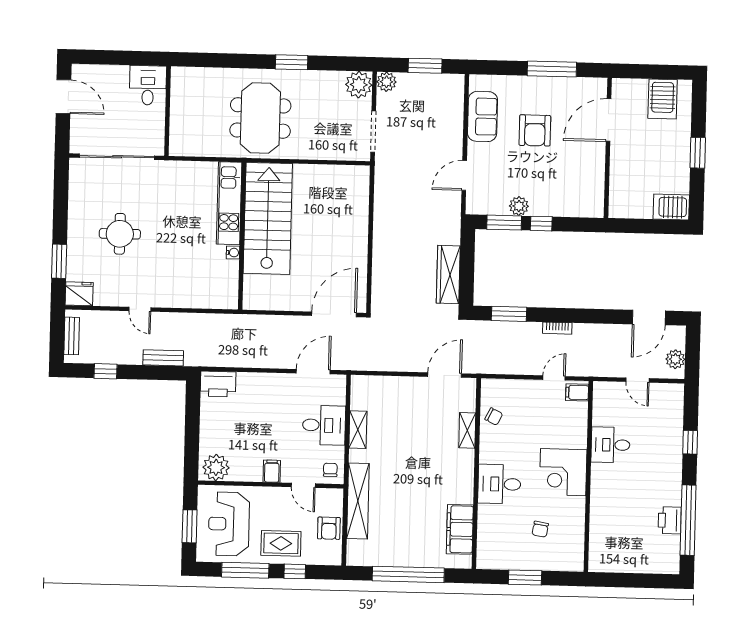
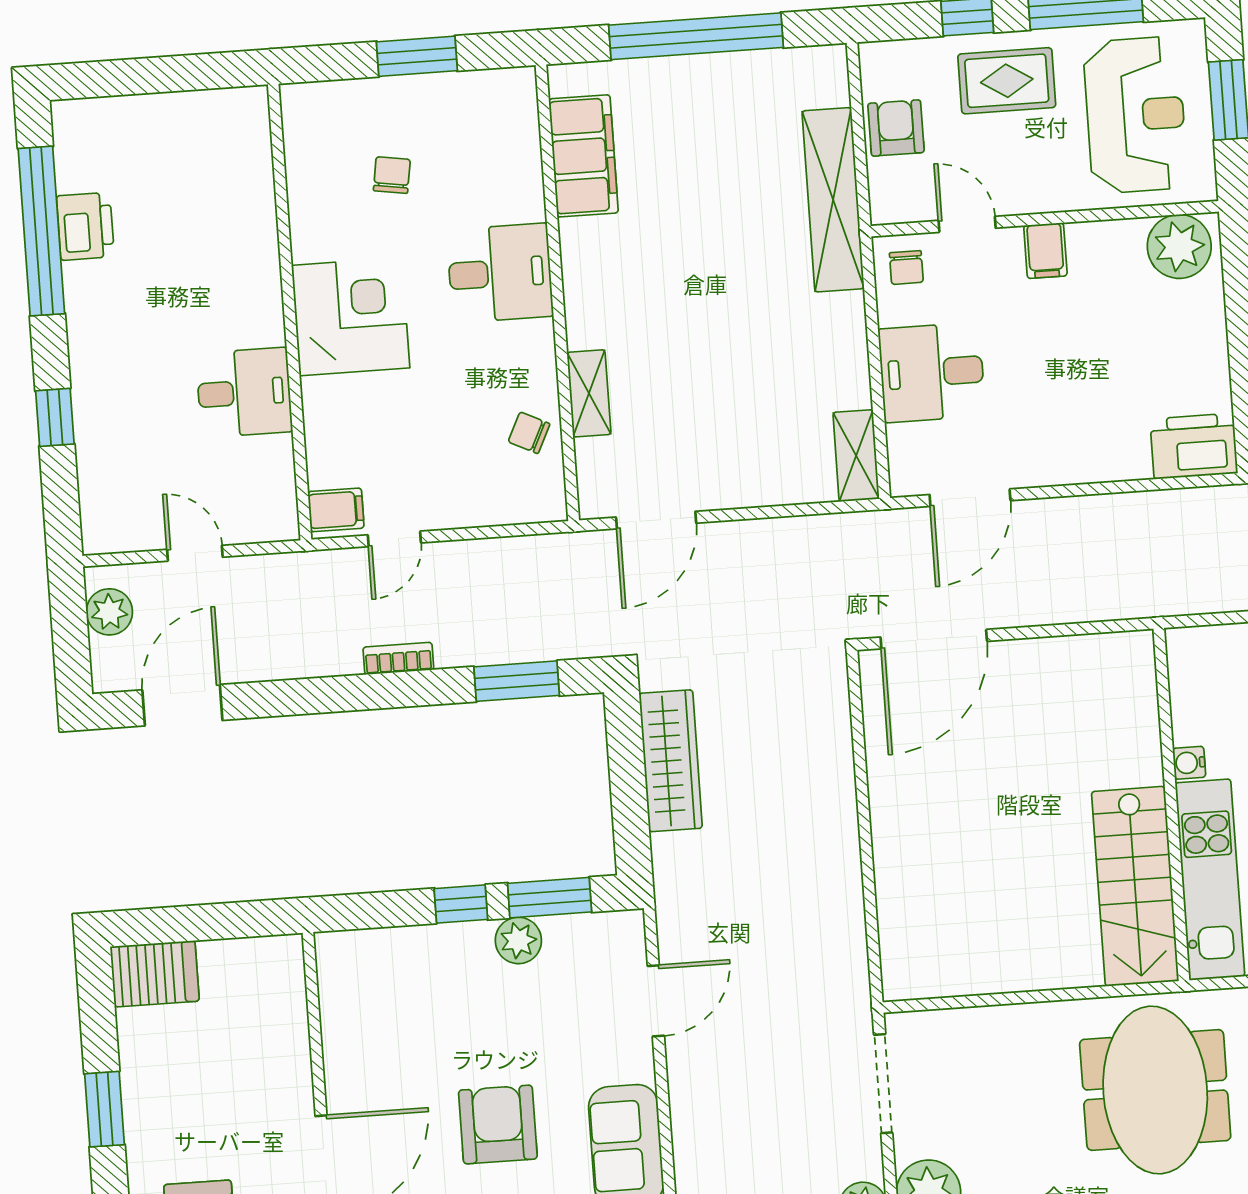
stairs: (268, 218) -> (1135, 886), width x0.73, depth x0.66
shelving: (358, 430) -> (856, 456), moved

